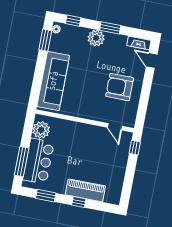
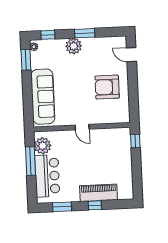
fireplace: (139, 43) -> (115, 41), removed
door: (115, 127) -> (82, 127), moved
window: (22, 162) -> (31, 161), moved

